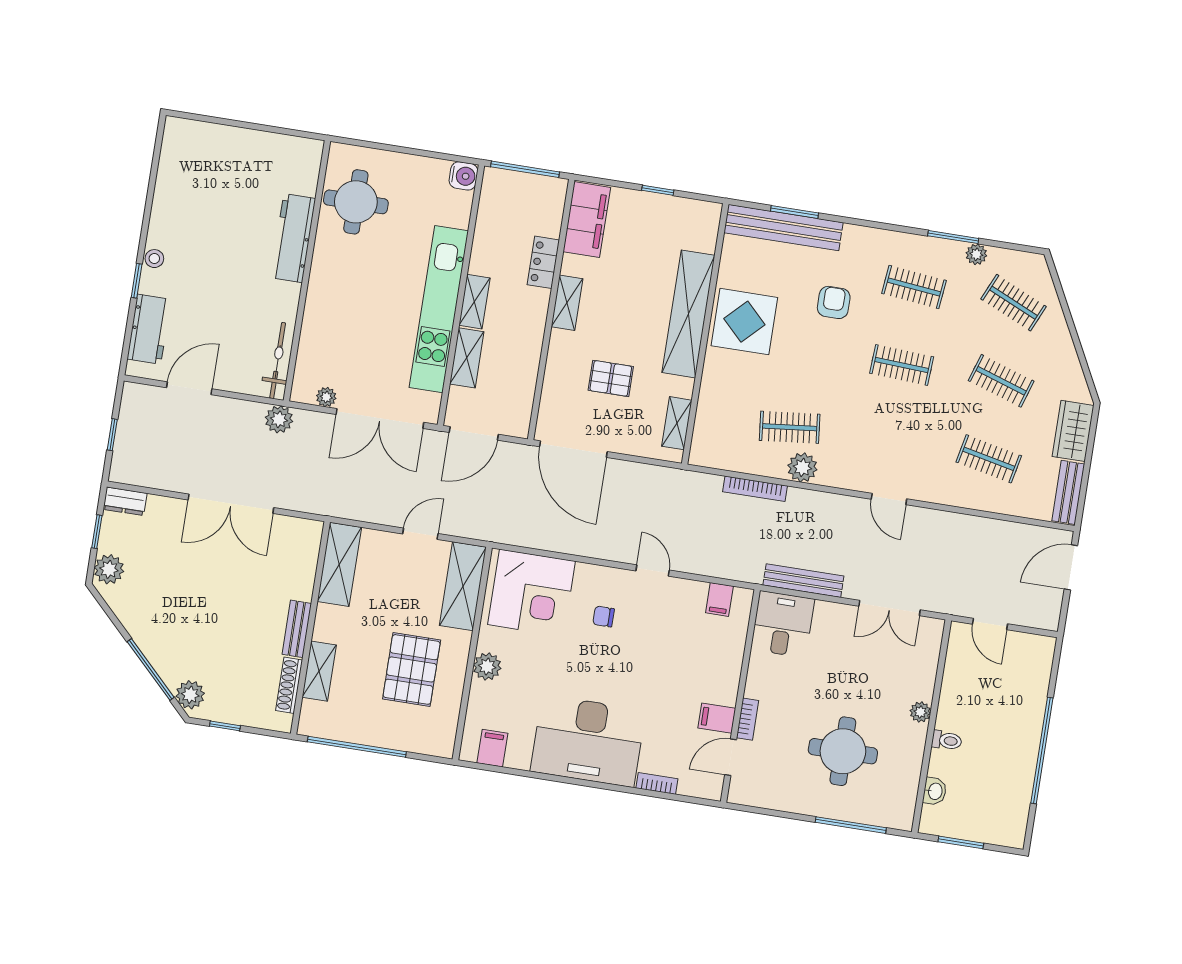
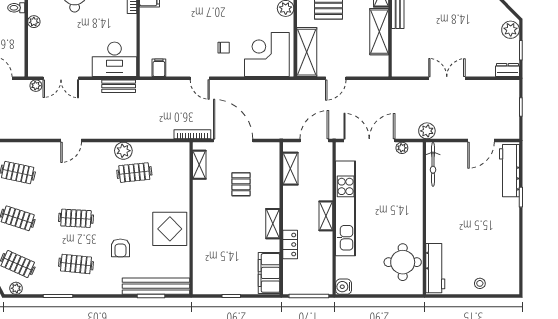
workbench: (293, 238) -> (435, 268), moved
plant: (976, 254) -> (16, 288), moved
stool: (154, 259) -> (480, 283), moved
shelving: (688, 314) -> (202, 228), removed
workbench: (149, 329) -> (509, 171), width x1.38
shelving: (467, 358) -> (290, 169), moved
pallet: (611, 378) -> (241, 184), turned 90
door: (573, 449) -> (233, 141), moved
bookcase: (755, 489) -> (192, 134), moved
door: (889, 499) -> (71, 141), swing flipped
double door: (231, 504) -> (447, 78), width x0.73
shelving: (339, 564) -> (379, 32), moved
bench: (803, 581) -> (119, 86), width x0.73
plant: (934, 602) -> (36, 86), added
double door: (890, 608) -> (61, 78), swing flipped
desk: (783, 624) -> (115, 59), width x1.37

